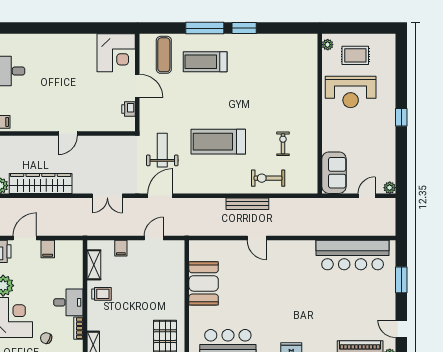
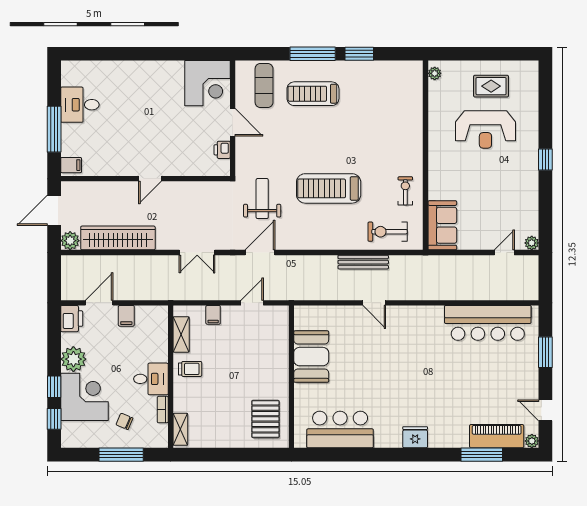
plant: (328, 45) -> (435, 73), moved
wall: (320, 114) -> (426, 155), moved
sofa: (334, 173) -> (442, 225), moved

